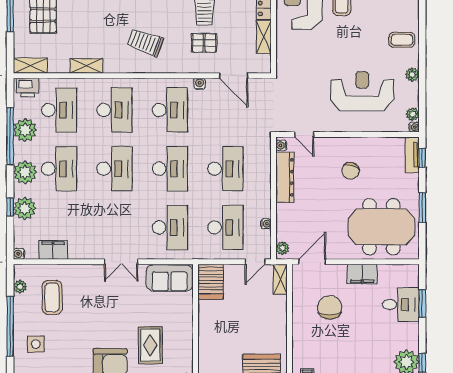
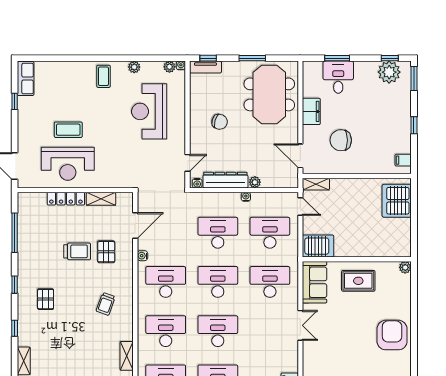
trolley: (145, 42) -> (106, 304), width x0.73, depth x0.72
water cooler: (266, 224) -> (246, 197), moved
plant: (282, 248) -> (255, 182), moved
rug: (150, 345) -> (358, 281), moved

